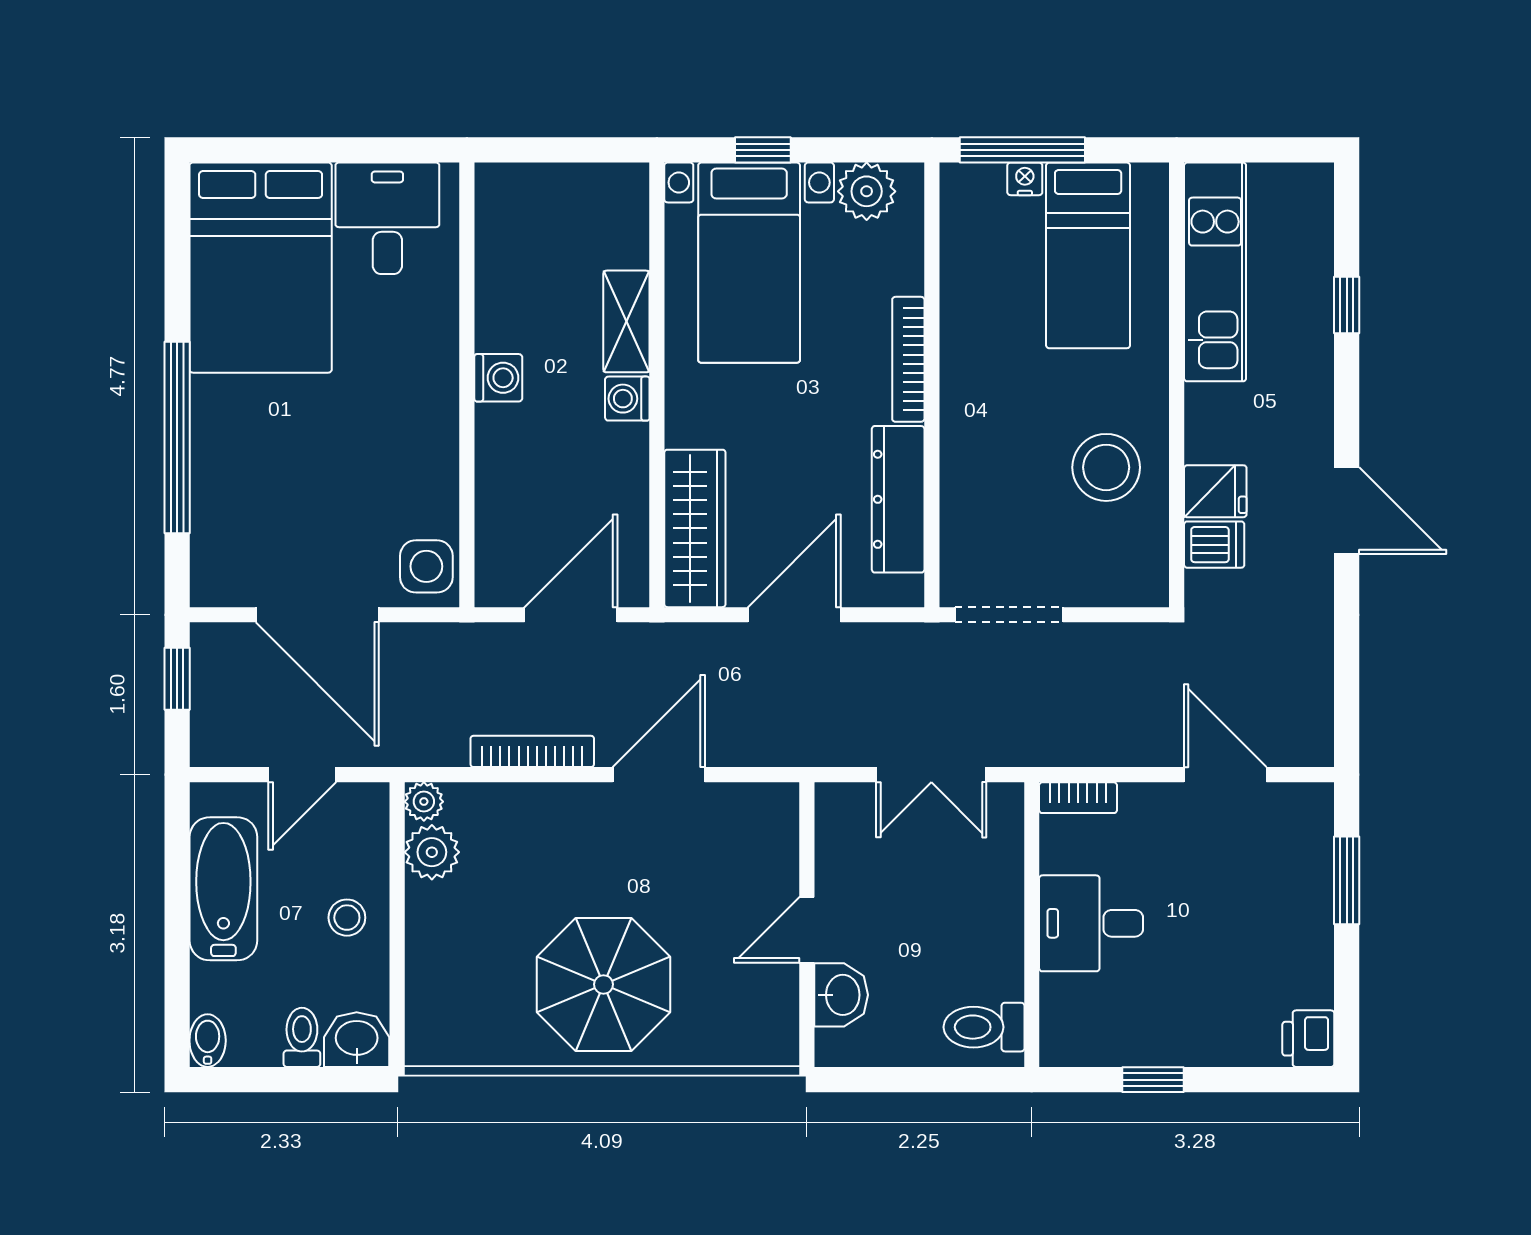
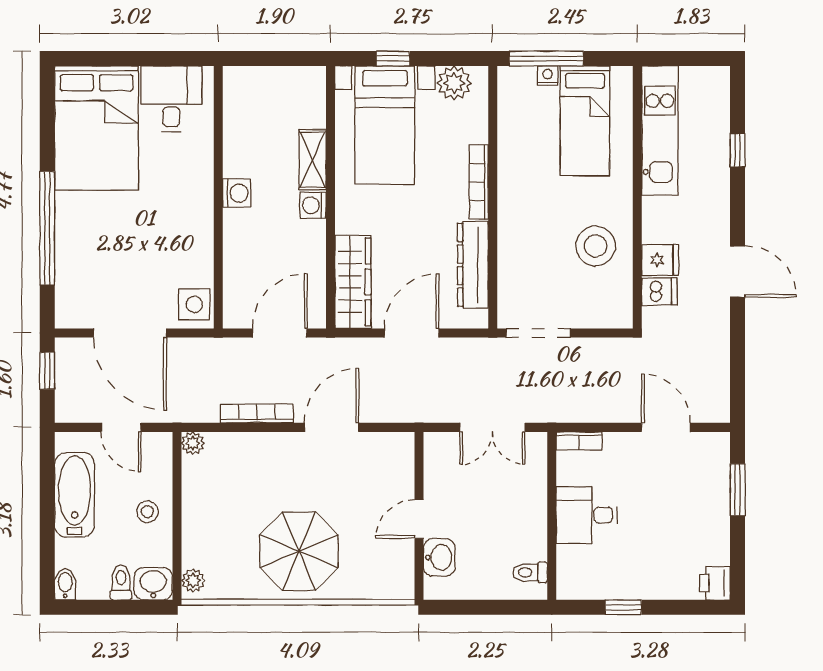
door: (302, 775) -> (121, 427), hinge flipped
plant: (432, 852) -> (193, 580), moved, width x0.73, depth x0.73
toilet: (984, 1027) -> (530, 572), width x0.73, depth x0.72

